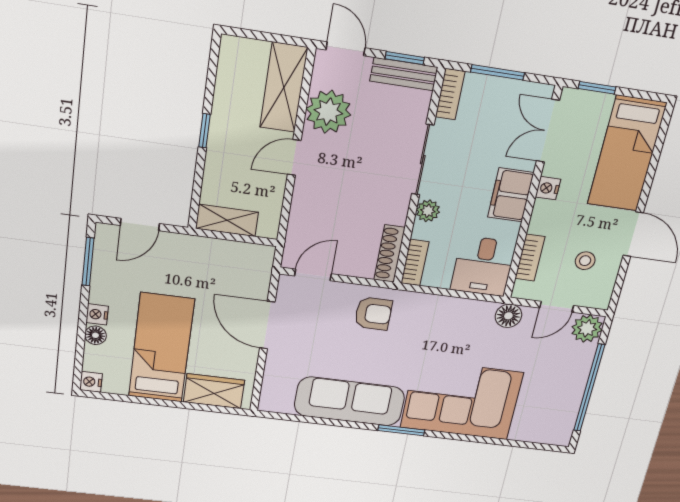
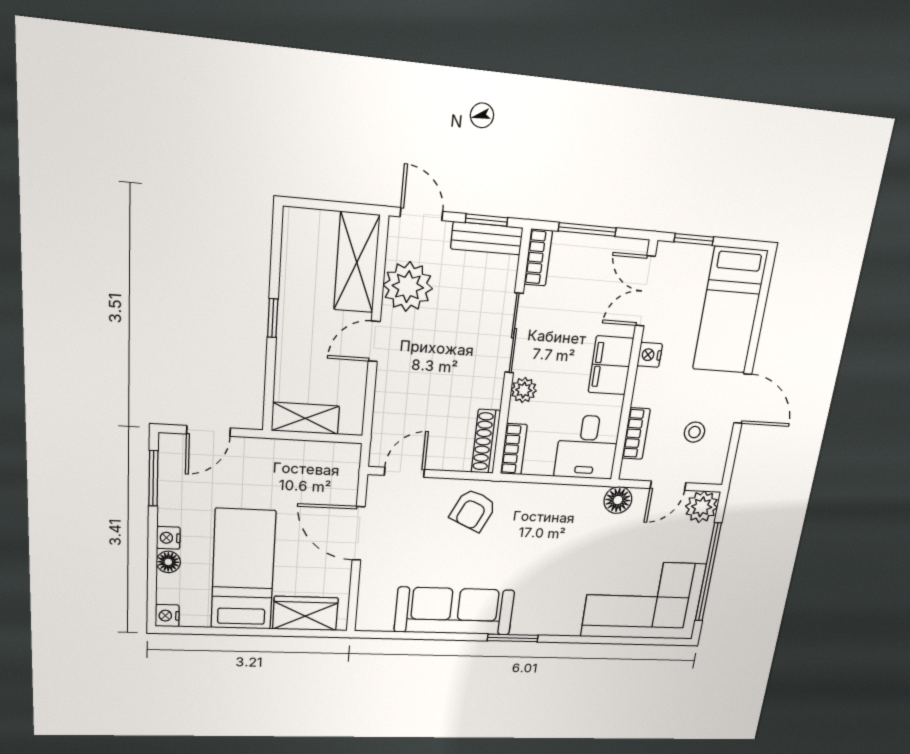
armchair: (373, 314) -> (473, 510), turned 115
corner sofa: (461, 400) -> (643, 600), moved

